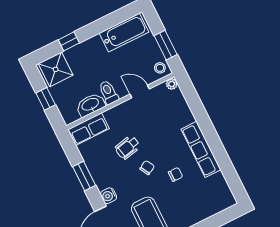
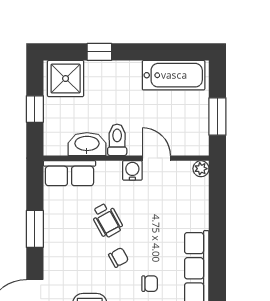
stool: (160, 68) -> (196, 141), removed
wheelchair: (128, 147) -> (107, 220), turned -107
water cooler: (109, 196) -> (132, 170), moved, turned 90

